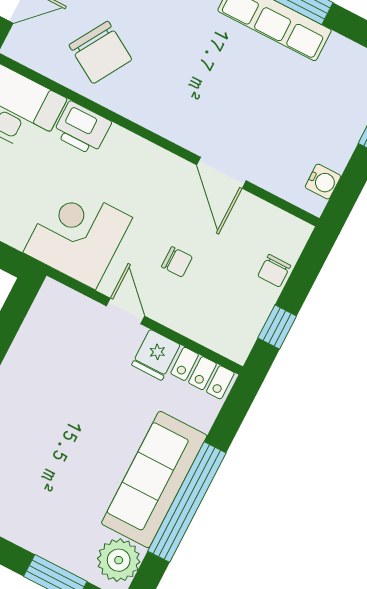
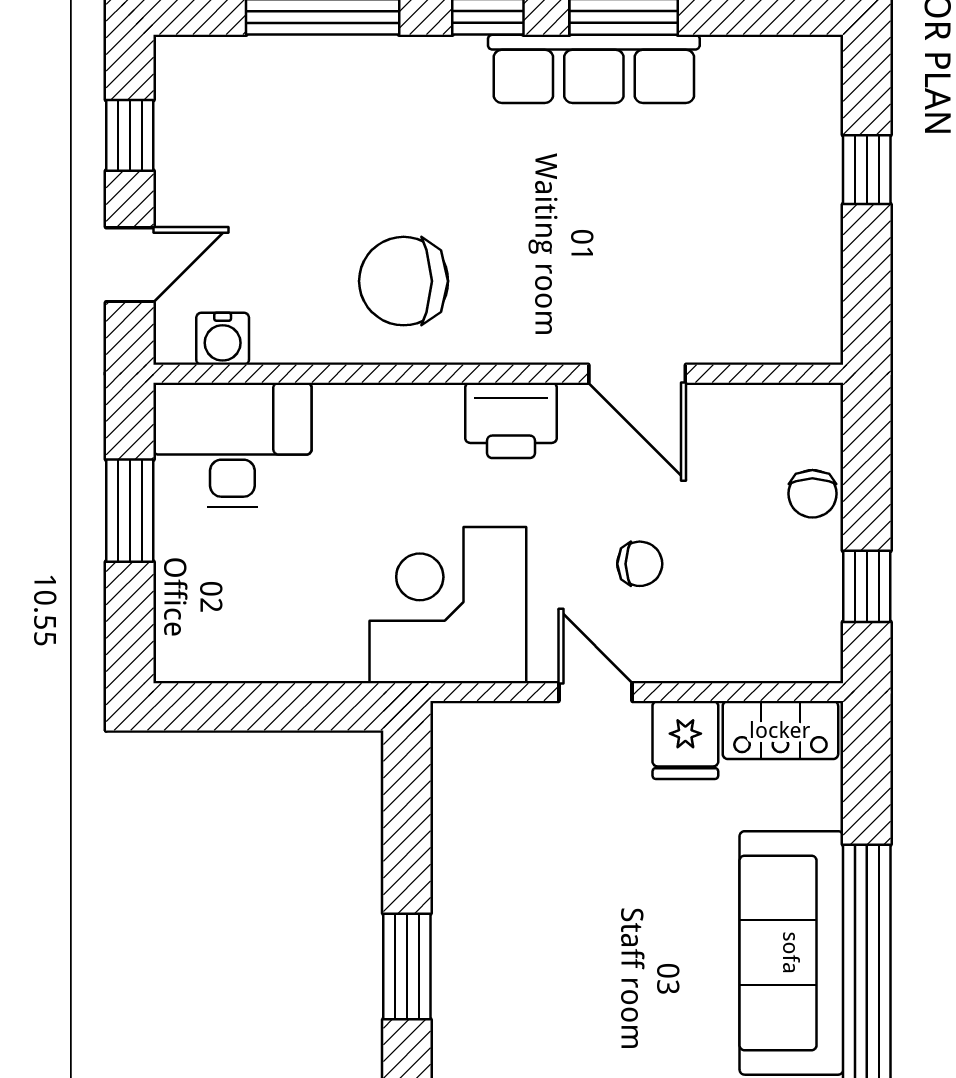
chair: (100, 52) -> (404, 281), moved, turned 149
printer: (82, 128) -> (511, 420), moved
water cooler: (323, 182) -> (223, 339), moved, turned 90

